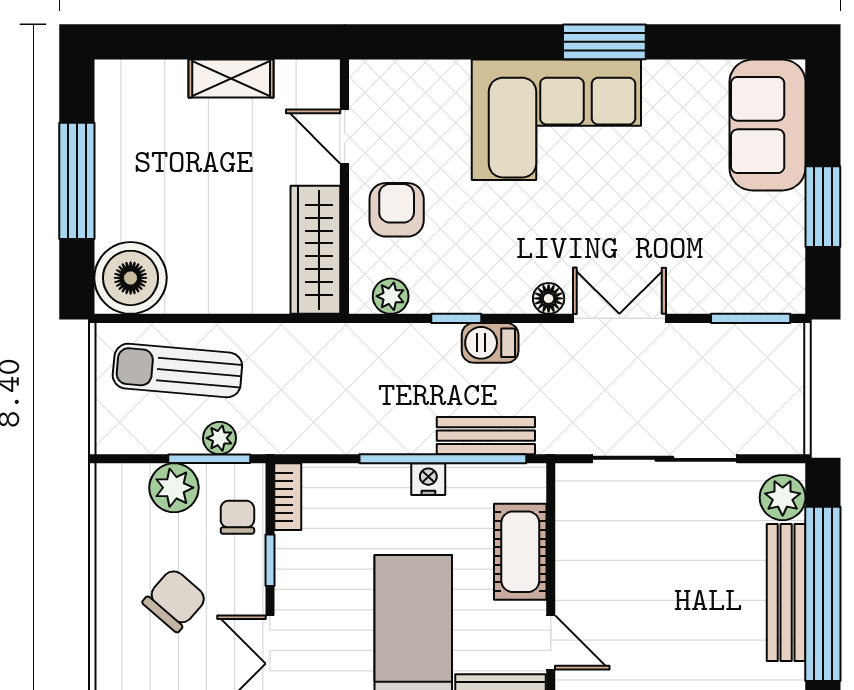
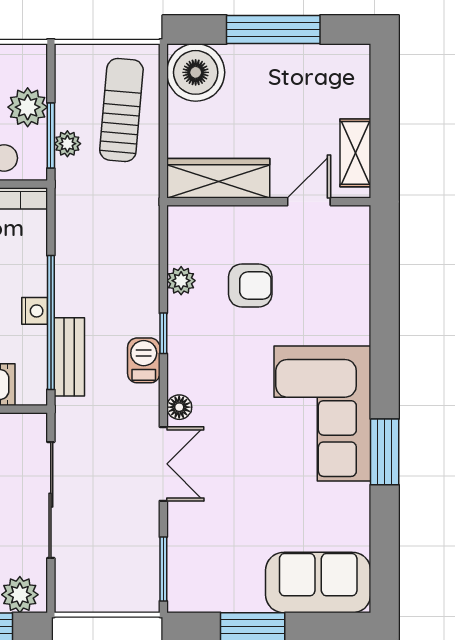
door: (345, 136) -> (309, 202), moved
wall: (345, 187) -> (269, 202), moved
wardrobe: (315, 250) -> (218, 178), moved

